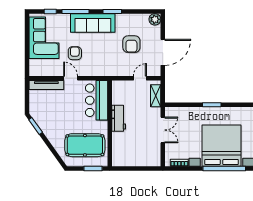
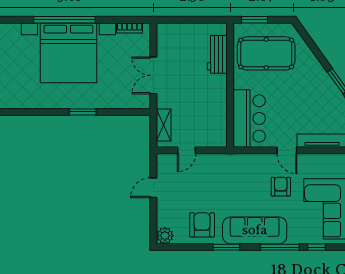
armchair: (131, 44) -> (202, 225), moved
door: (163, 52) -> (153, 188), width x0.53
armchair: (75, 53) -> (281, 187), turned 180
workbench: (119, 118) -> (217, 54), moved

